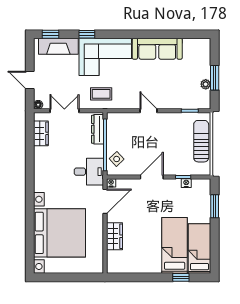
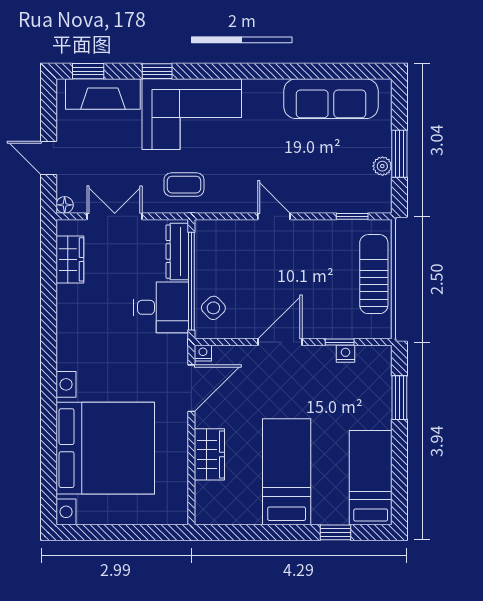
sofa: (157, 49) -> (331, 99), moved
desk: (89, 172) -> (161, 307), moved
bed: (175, 245) -> (287, 472), moved

